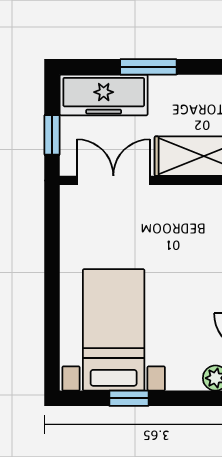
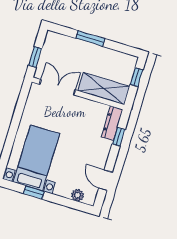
freezer: (104, 95) -> (65, 45), removed

